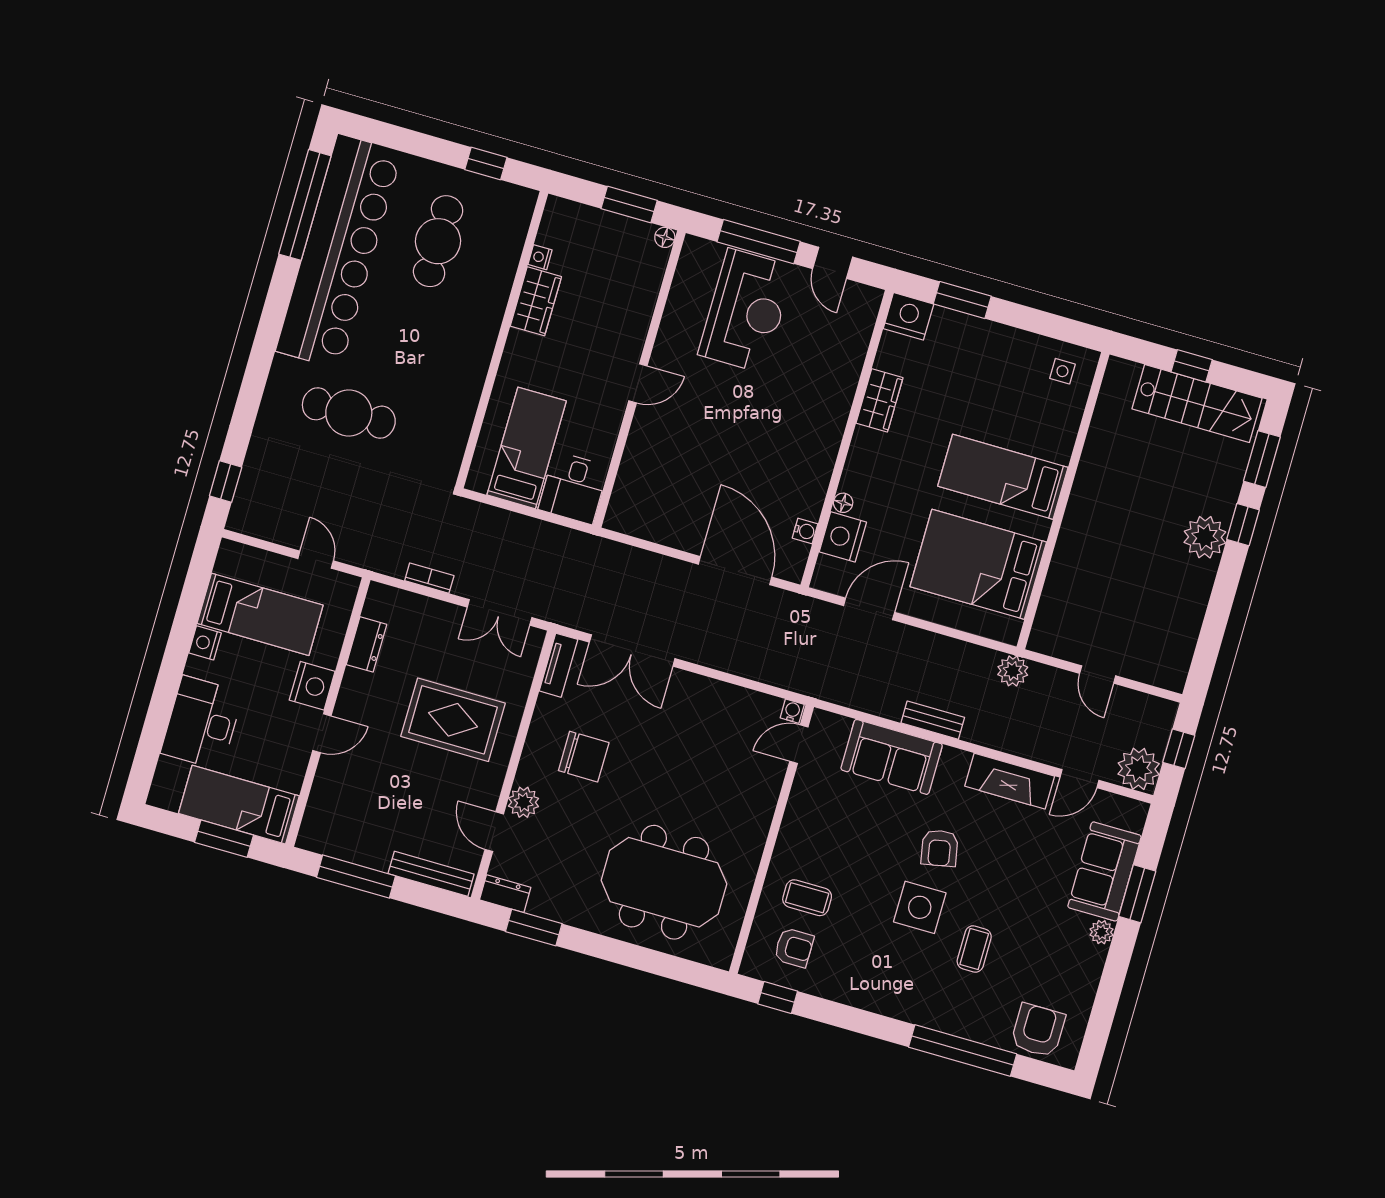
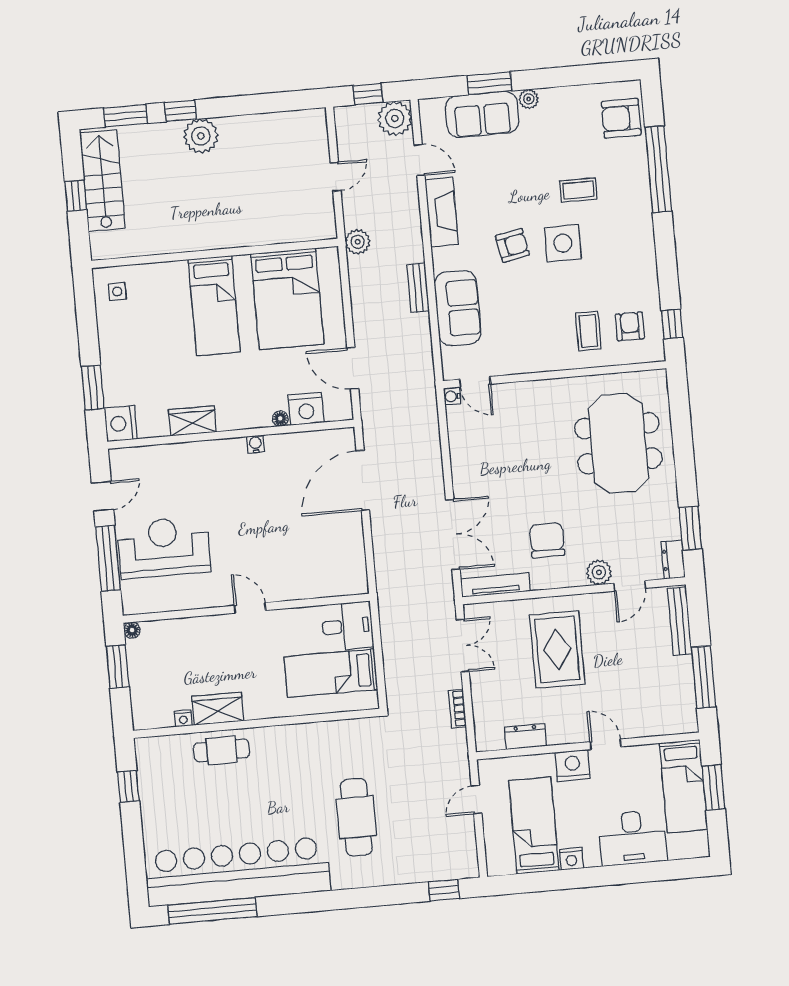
cafe table: (438, 241) -> (222, 750), moved, width x0.73, depth x0.74
water cooler: (805, 531) -> (255, 444), moved
tv unit: (558, 665) -> (495, 585), width x1.41

